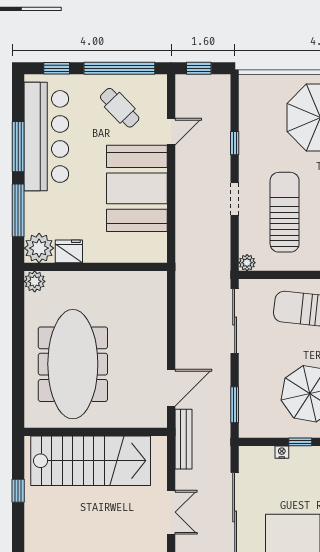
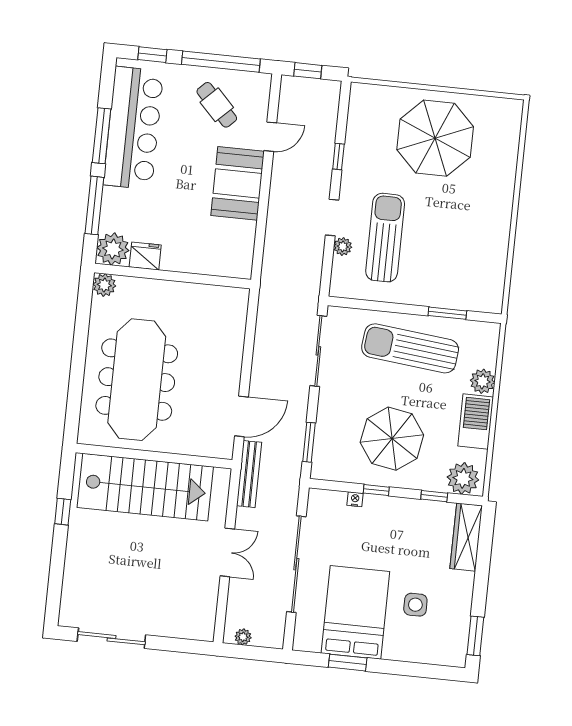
booth: (137, 188) -> (238, 183), width x0.73, depth x0.70
plant: (247, 263) -> (343, 247), moved

